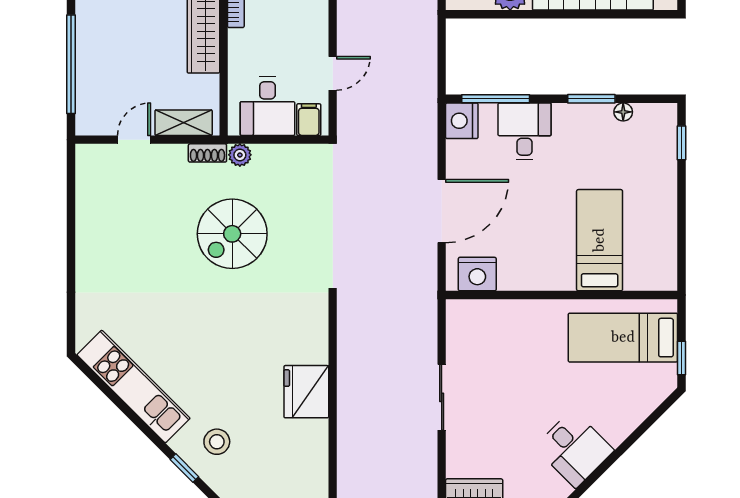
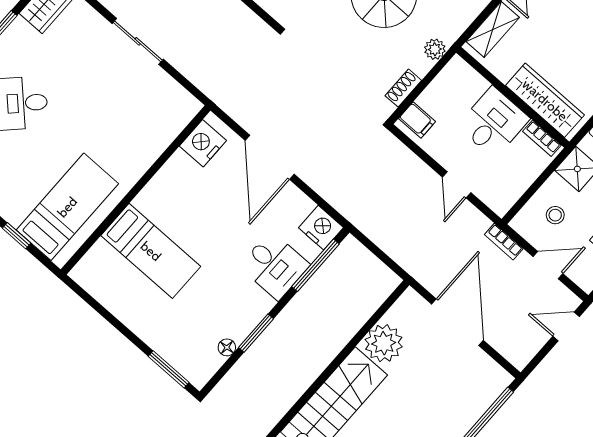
door: (333, 73) -> (457, 185), moved
desk: (267, 106) -> (493, 122), moved, turned 90
window: (681, 143) -> (169, 369), width x1.50
shoe rack: (207, 153) -> (403, 88), moved

